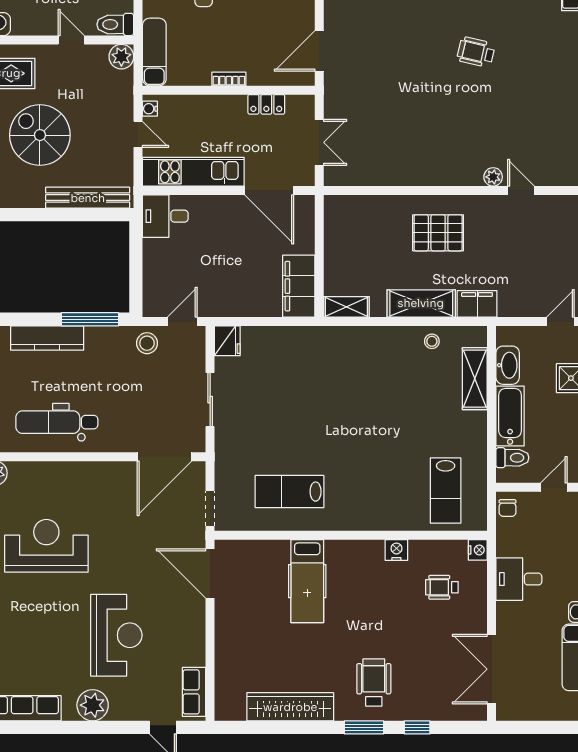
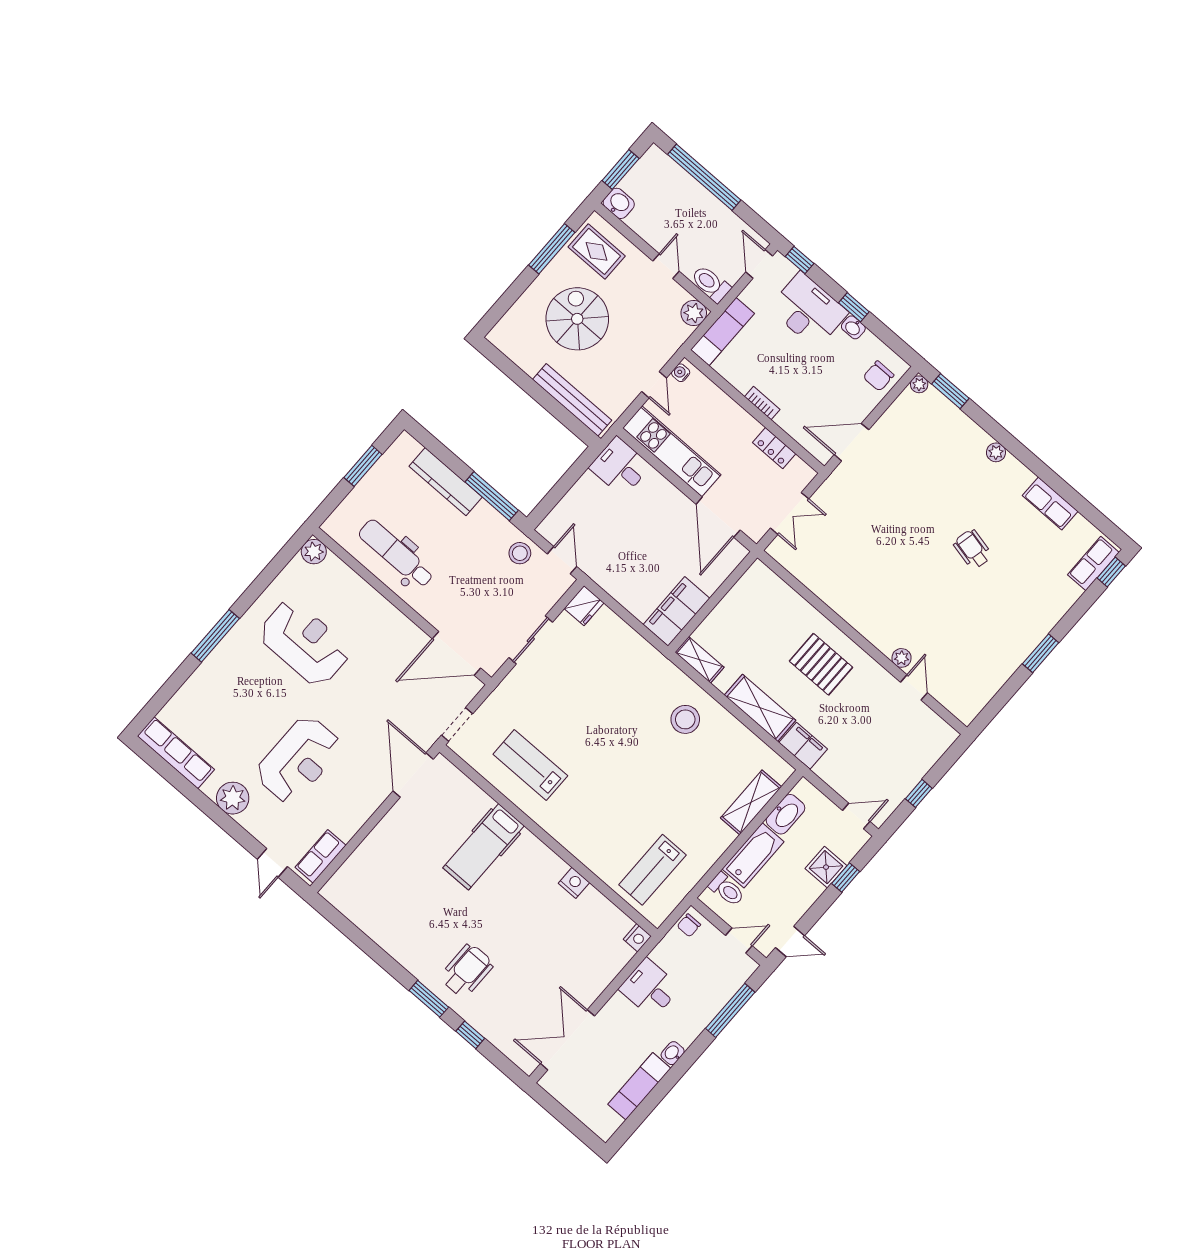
door: (182, 321) -> (562, 560), hinge flipped
stool: (432, 341) -> (685, 719), moved, width x1.89, depth x1.89
wheelchair: (442, 587) -> (584, 943), removed
wardrobe: (290, 707) -> (385, 933), removed

